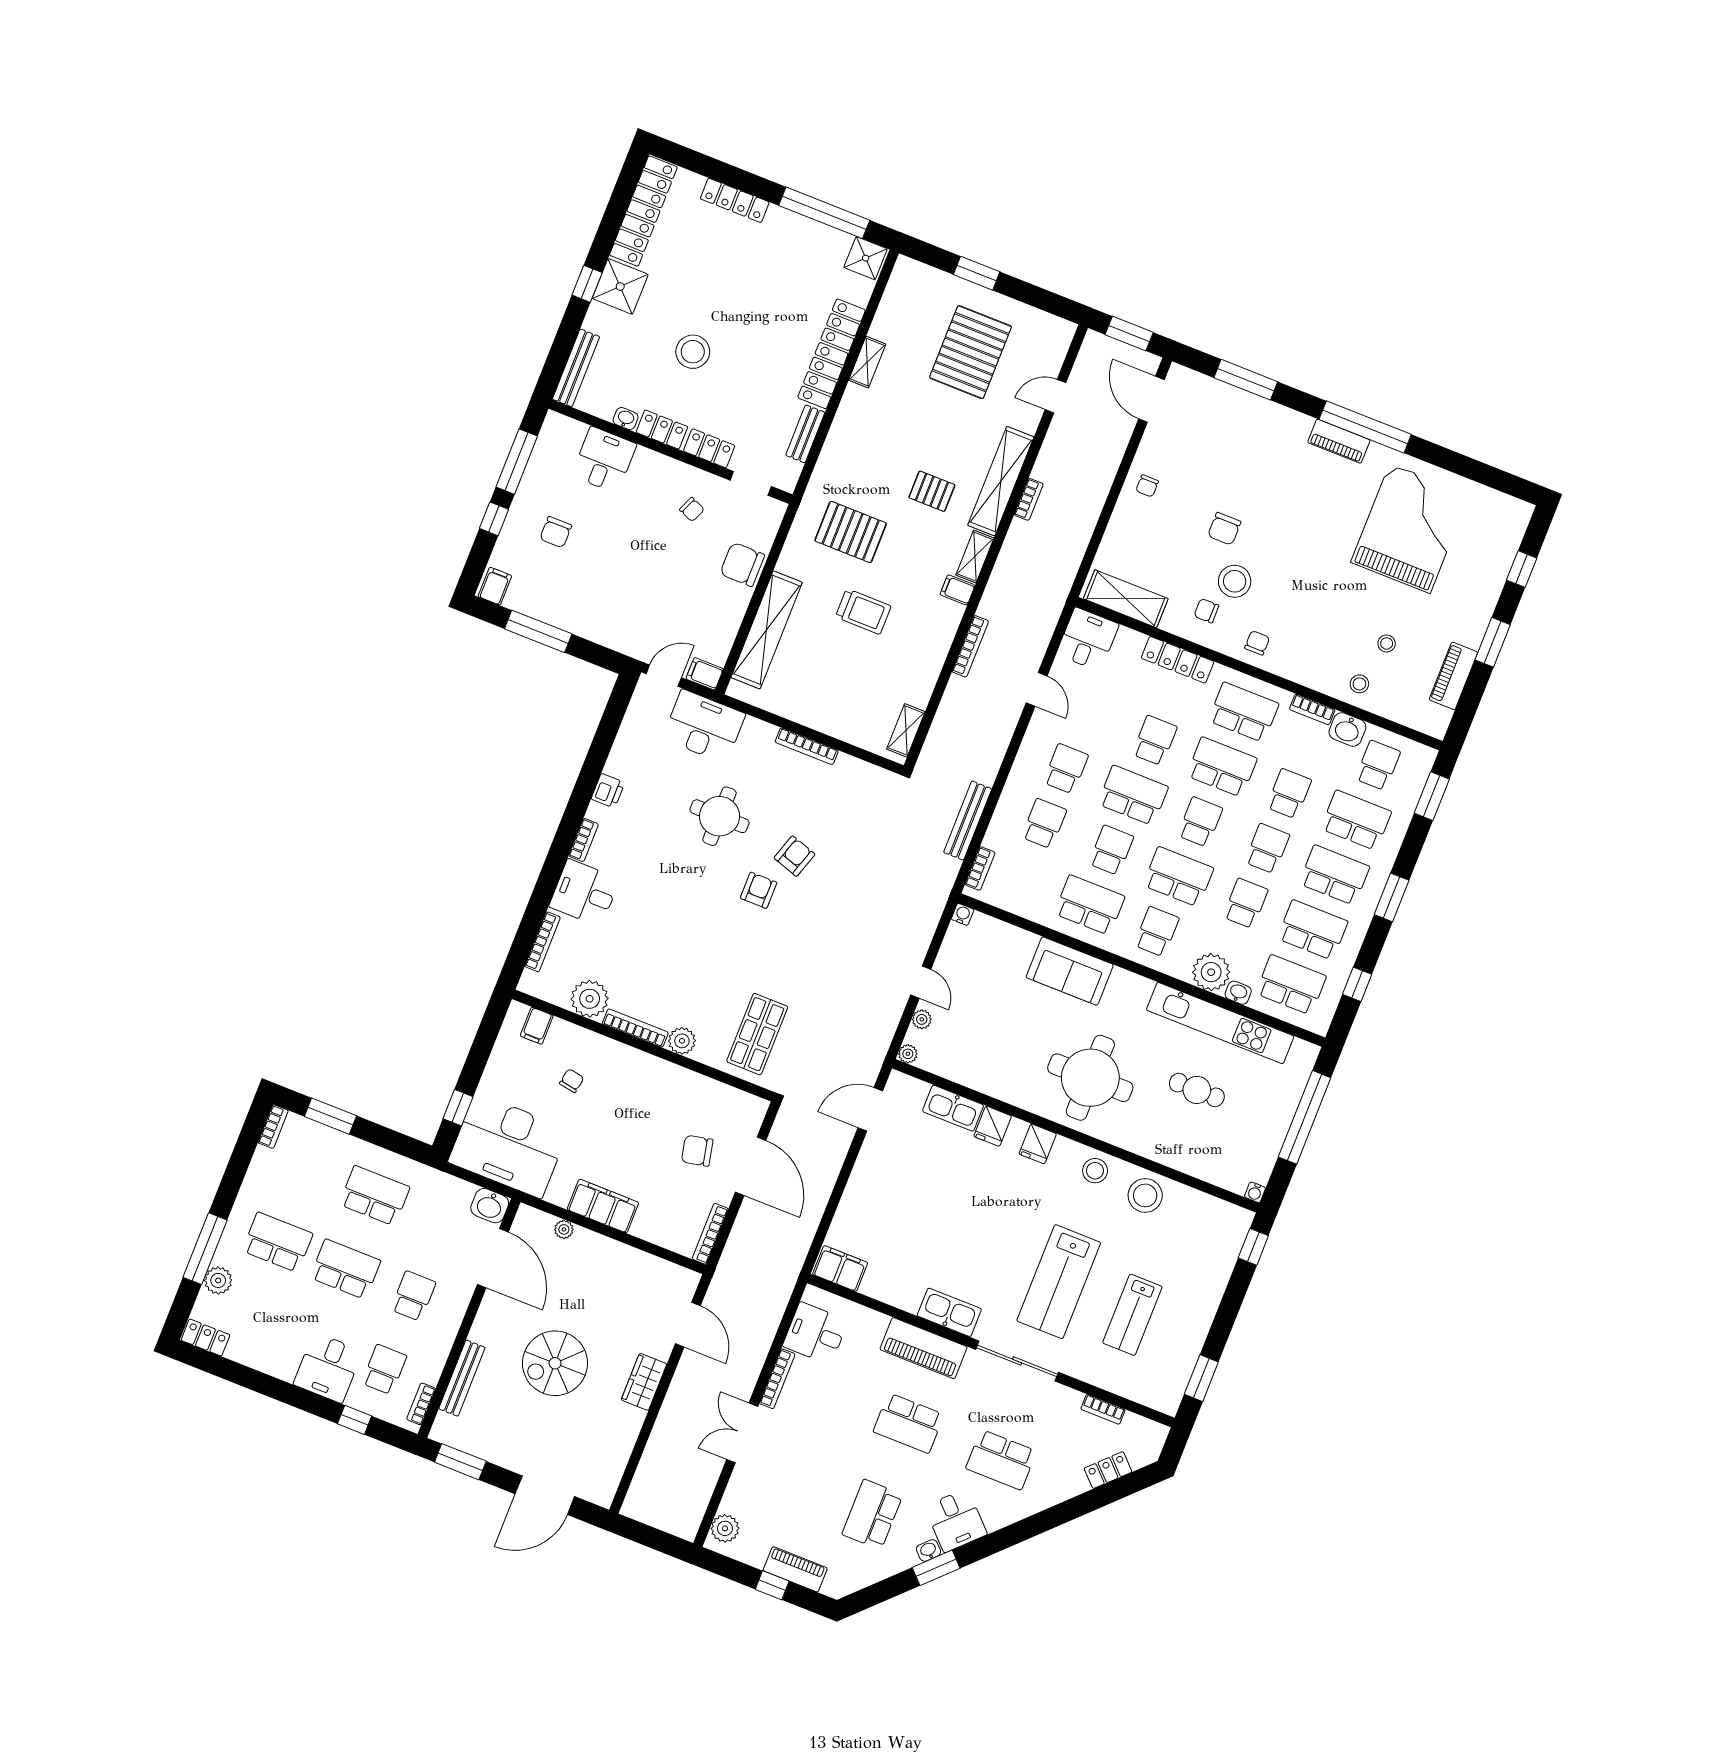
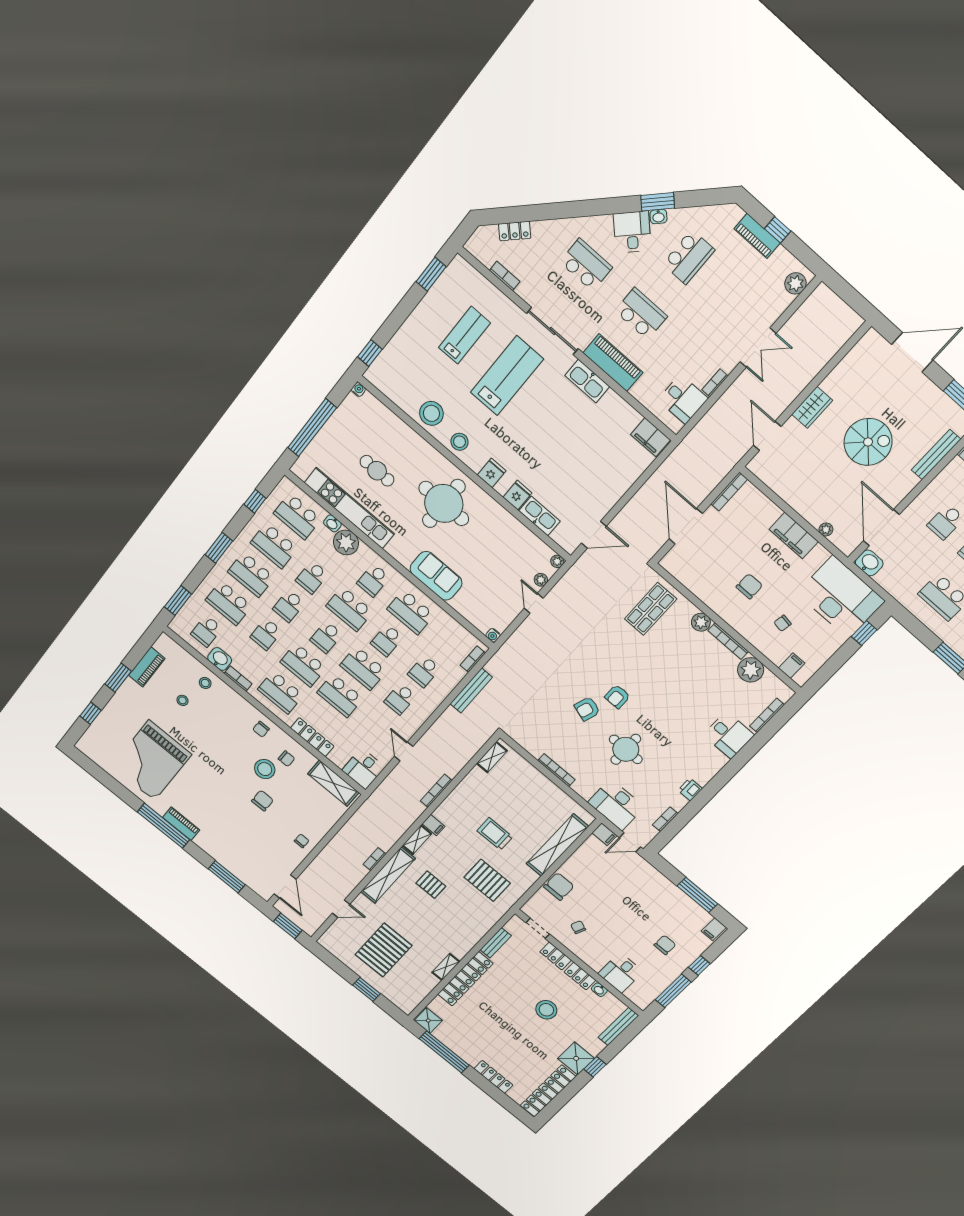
chair: (742, 564) -> (559, 886), turned -90
school desk: (1155, 740) -> (340, 696), width x1.85
bookcase: (584, 840) -> (665, 819), moved
chair: (697, 1151) -> (749, 586), moved, turned -78
bookcase: (777, 1379) -> (715, 383), width x0.64

